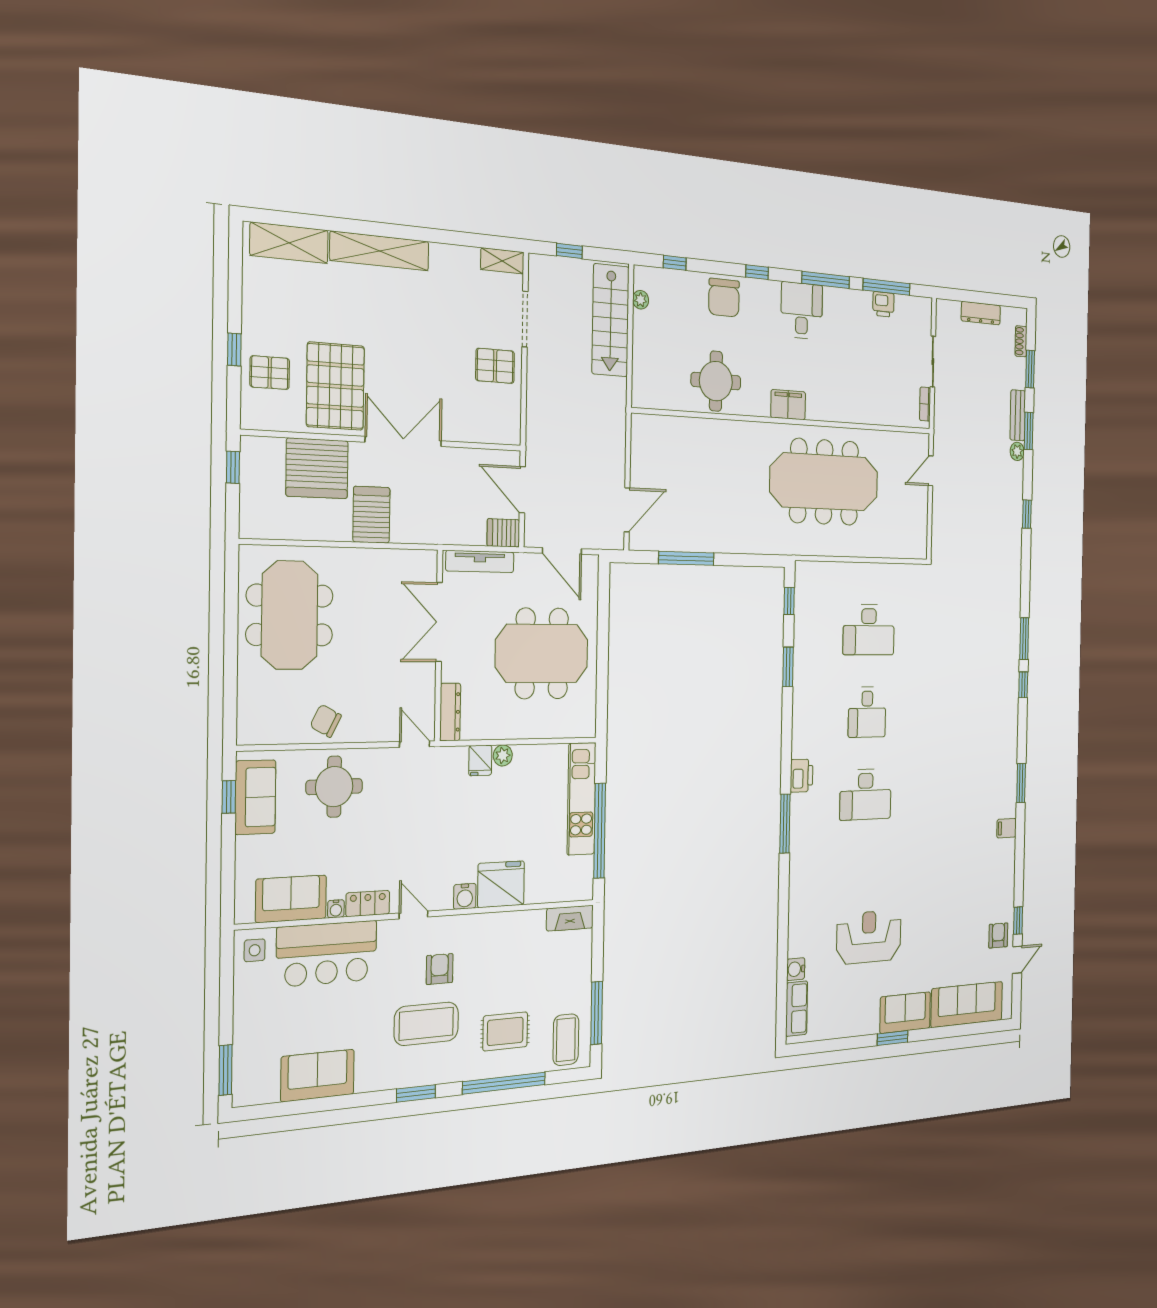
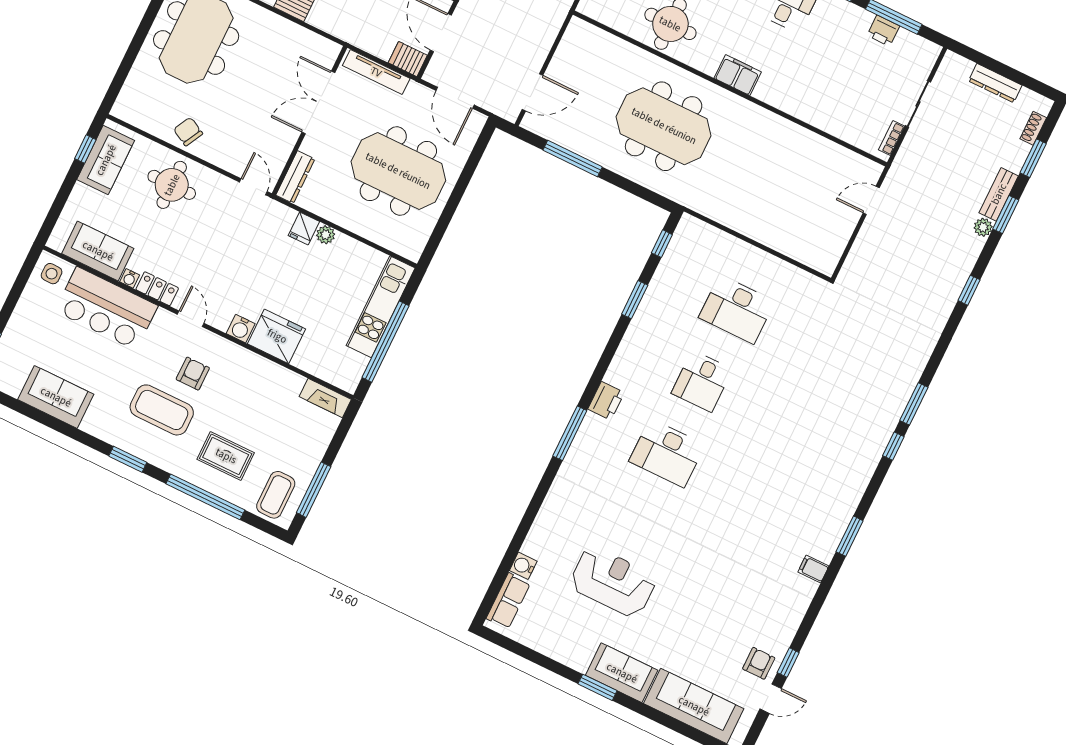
meeting table: (824, 482) -> (664, 126), moved, width x0.73

